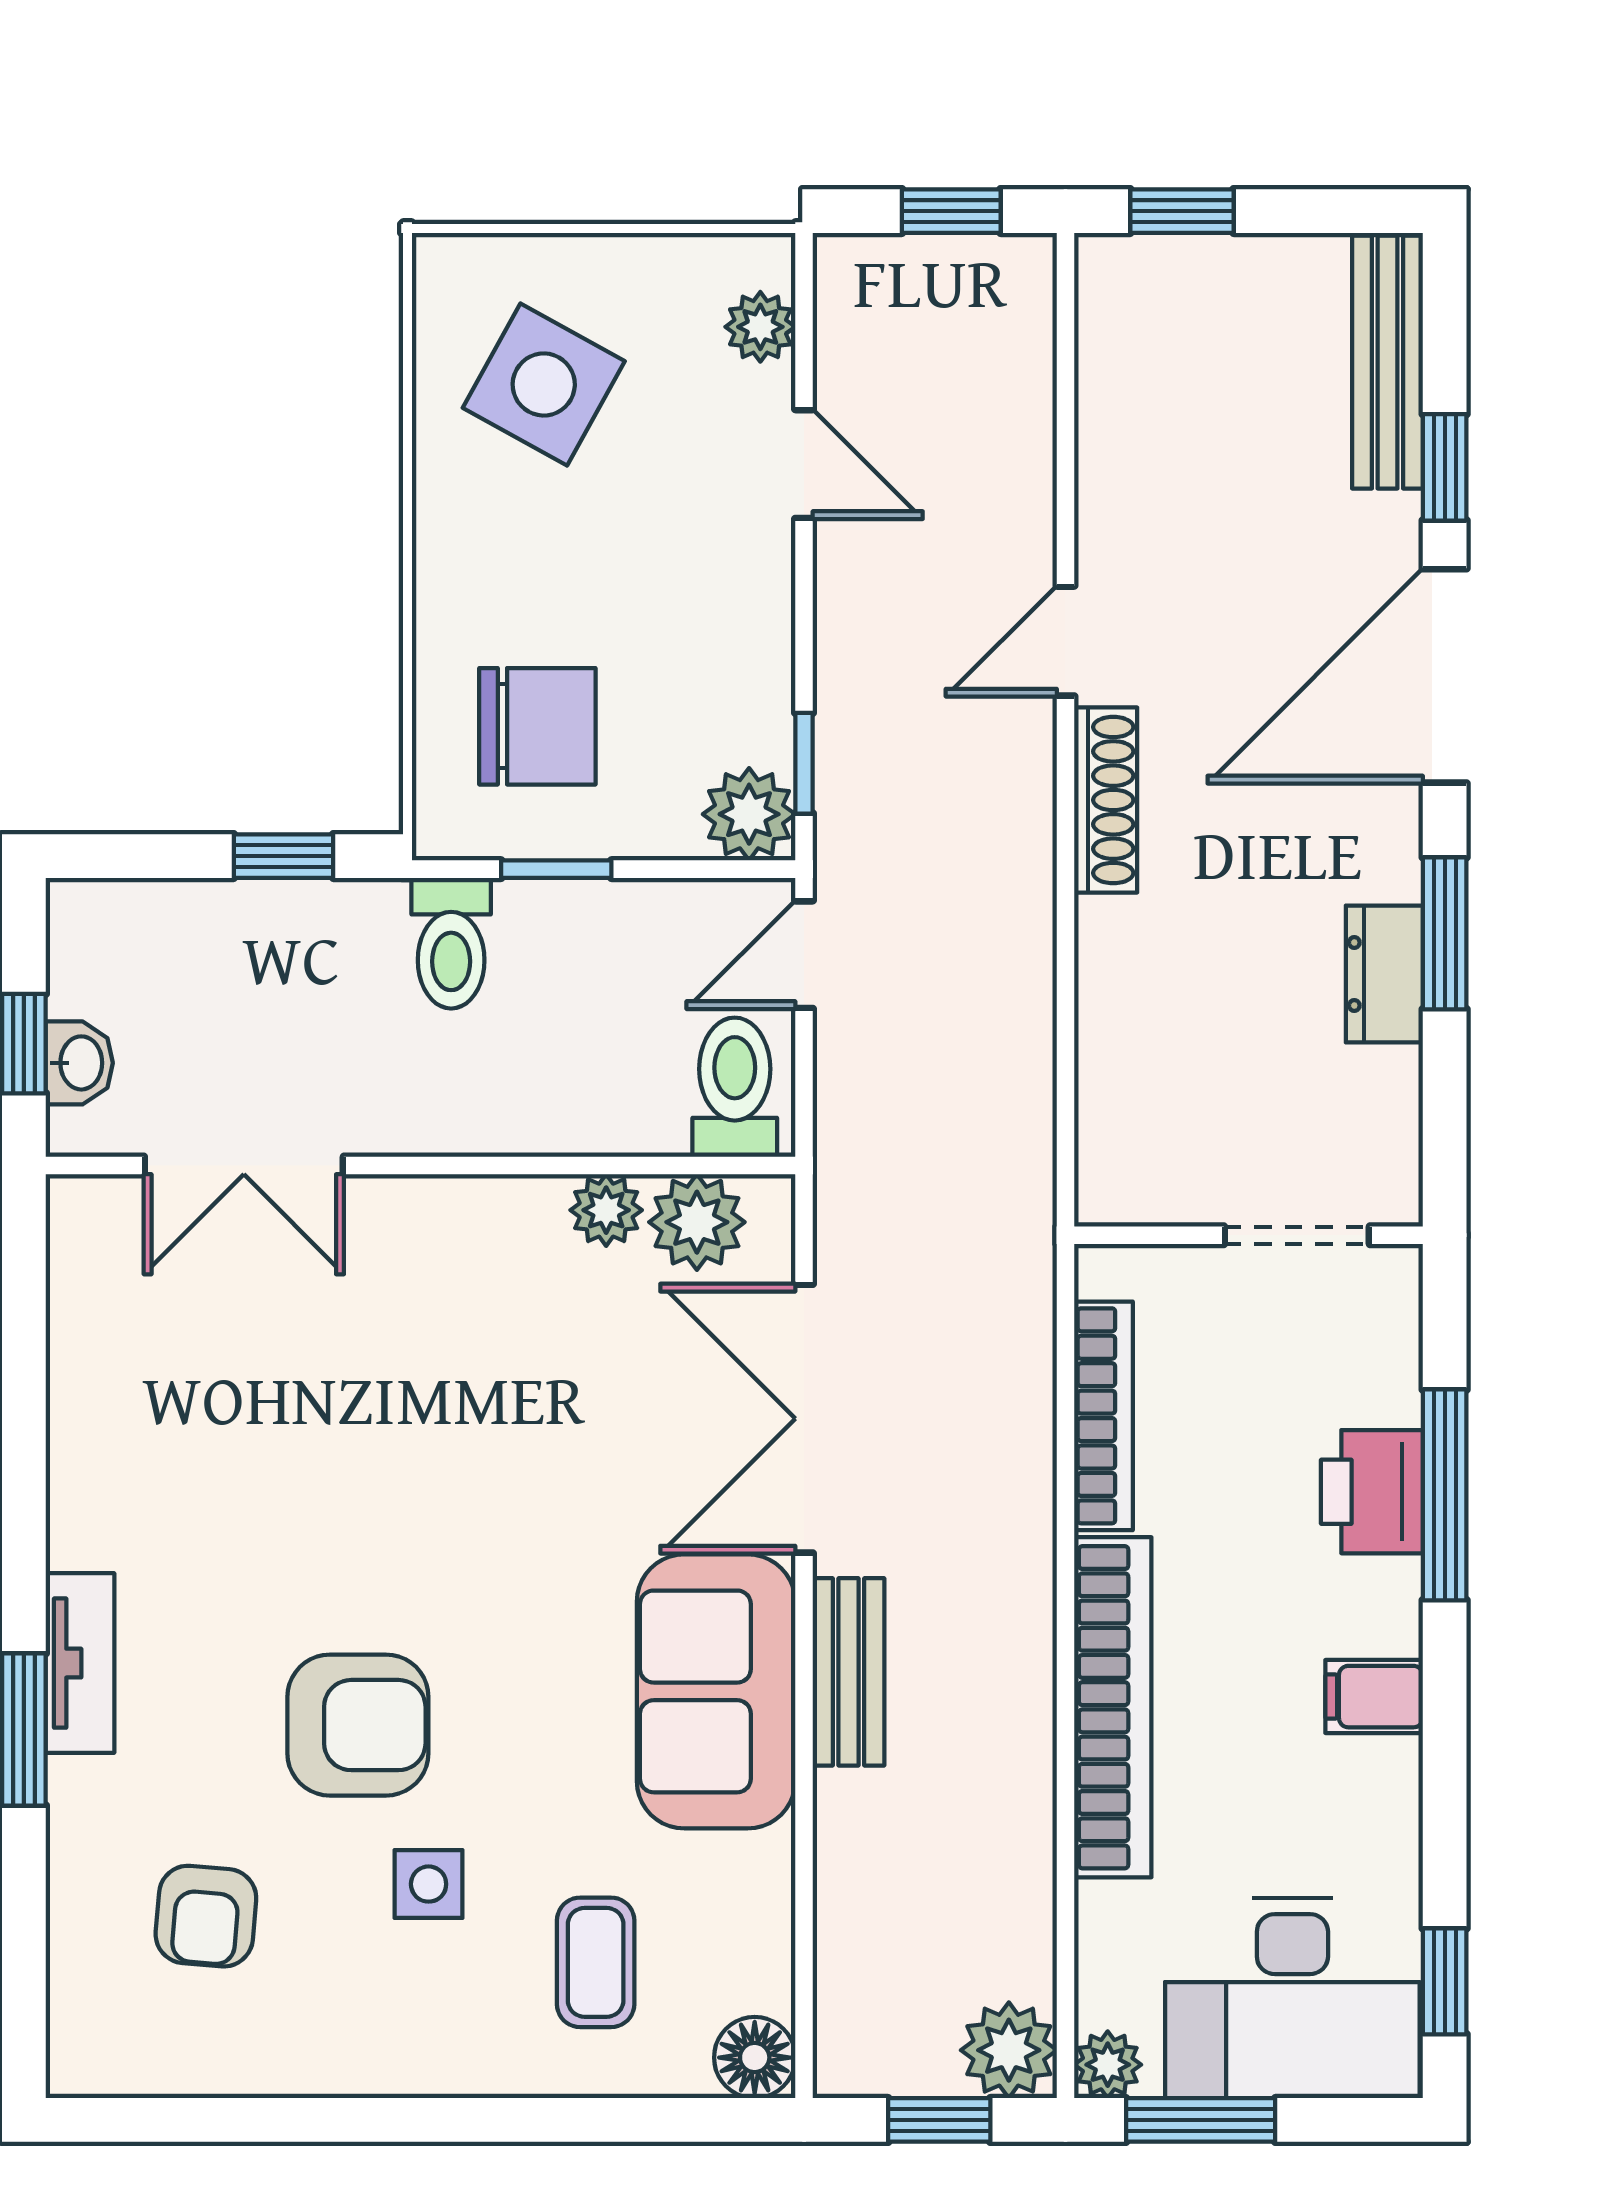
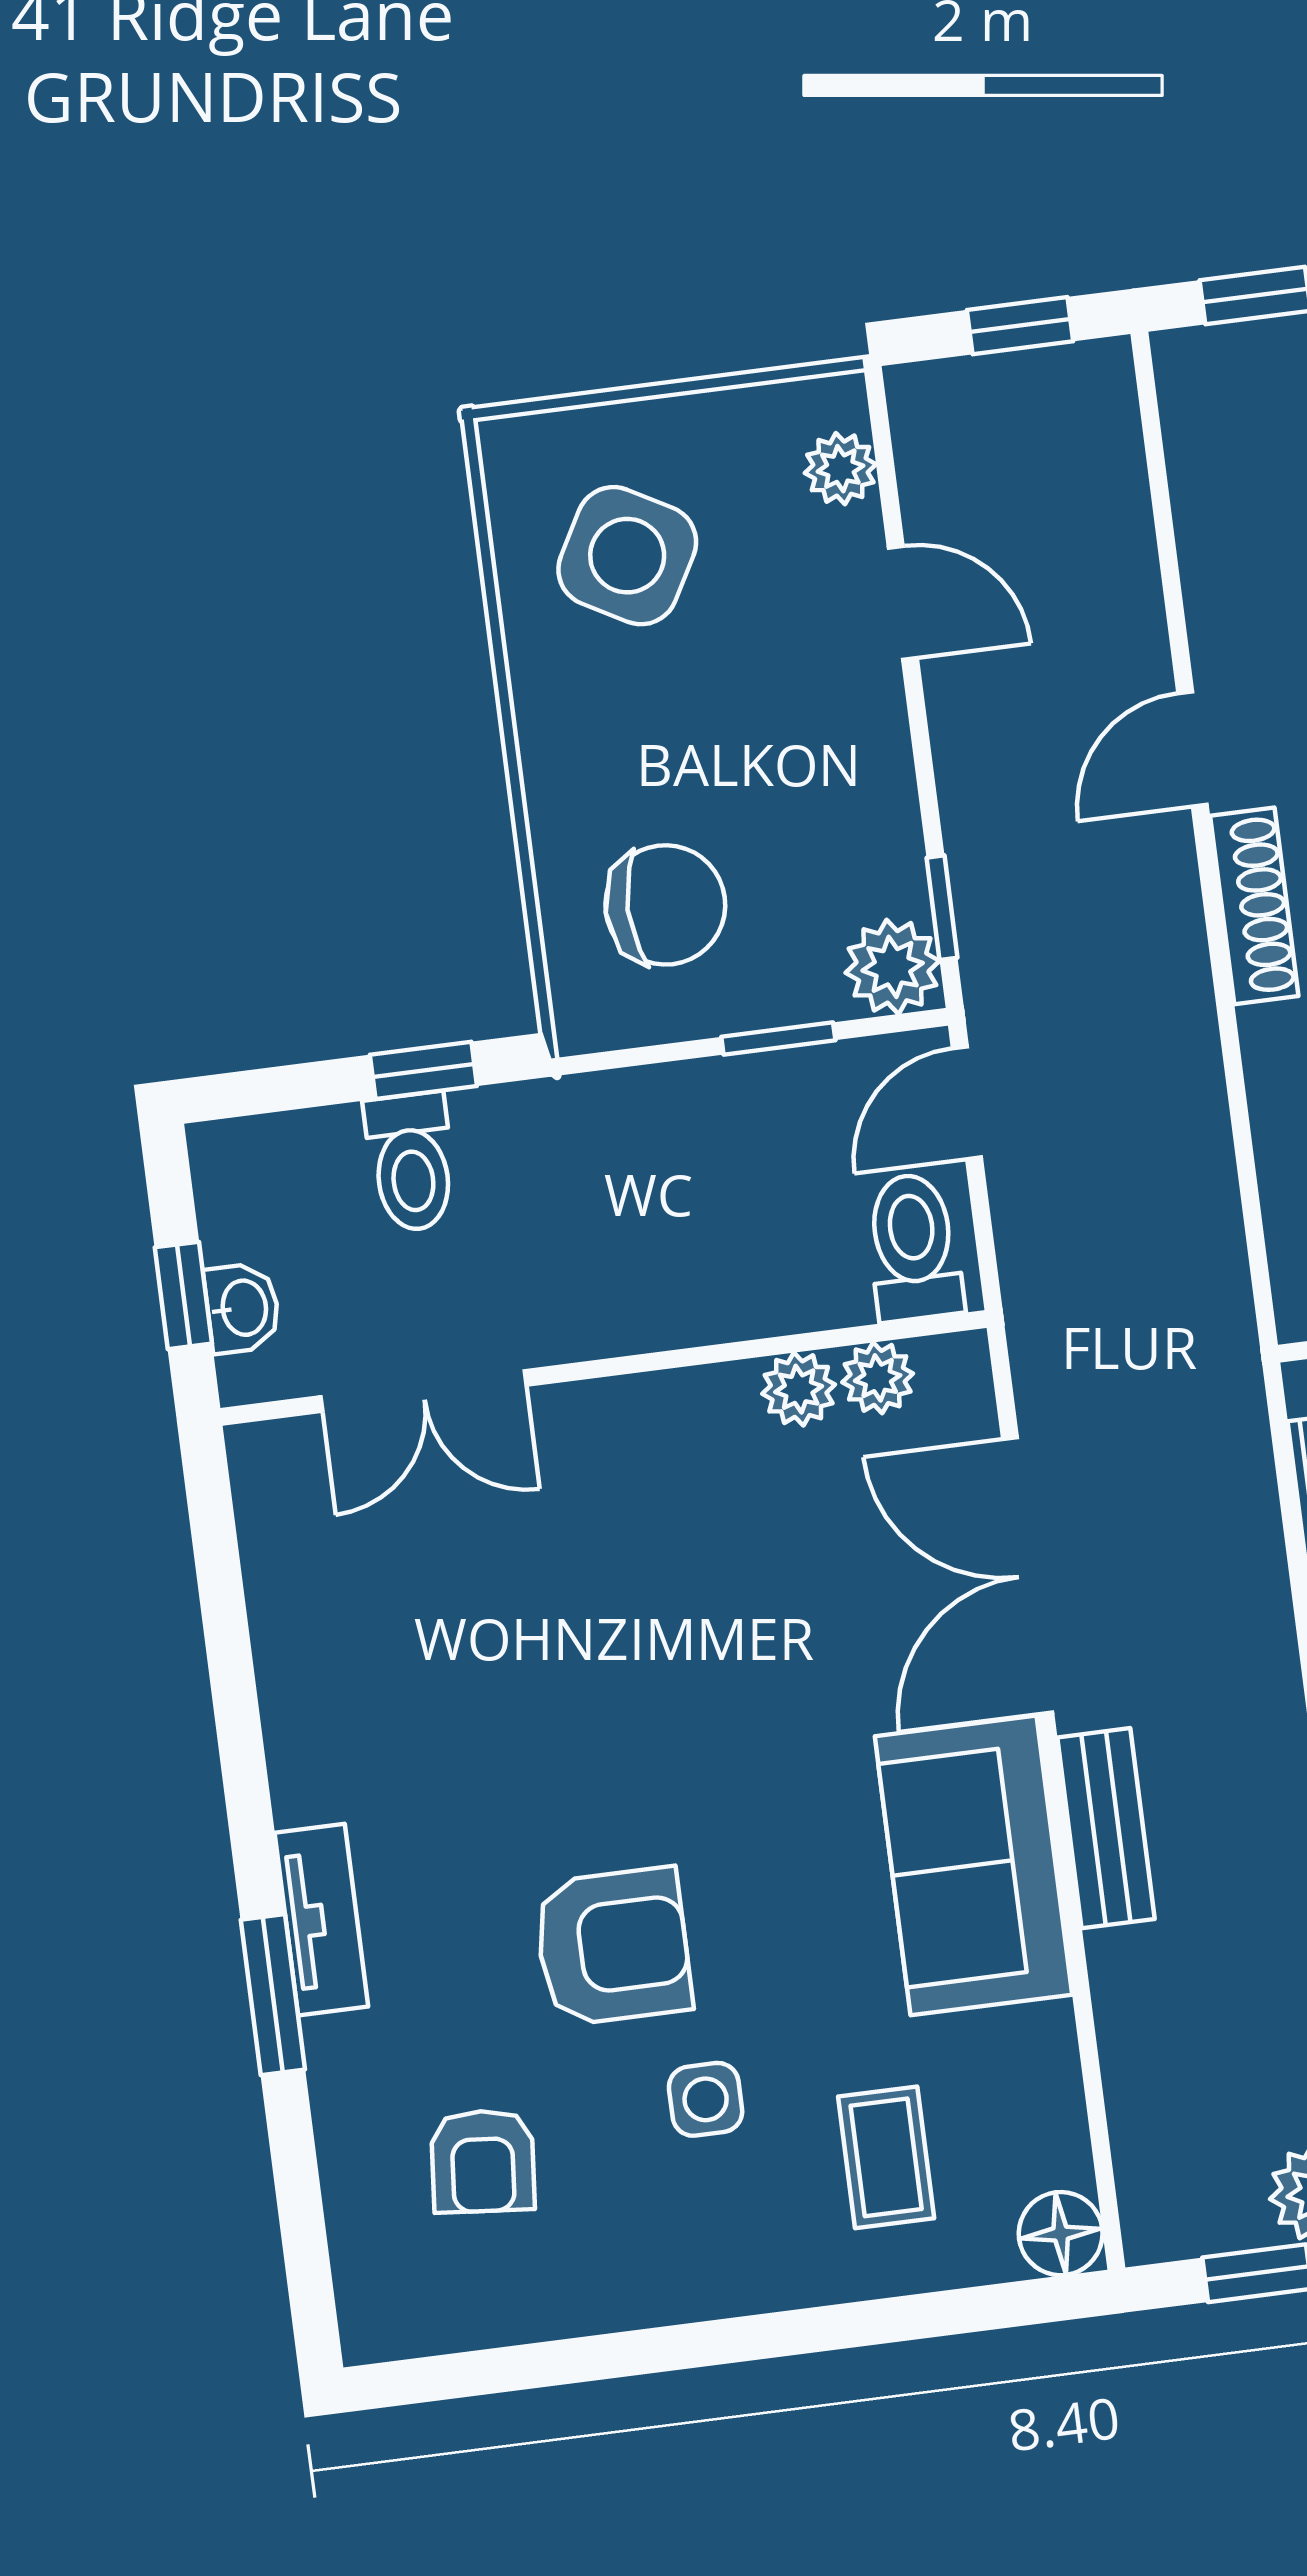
window: (556, 869) -> (778, 1038), moved
toilet: (451, 943) -> (411, 1162), moved
plant: (697, 1222) -> (878, 1378), width x0.73, depth x0.73

